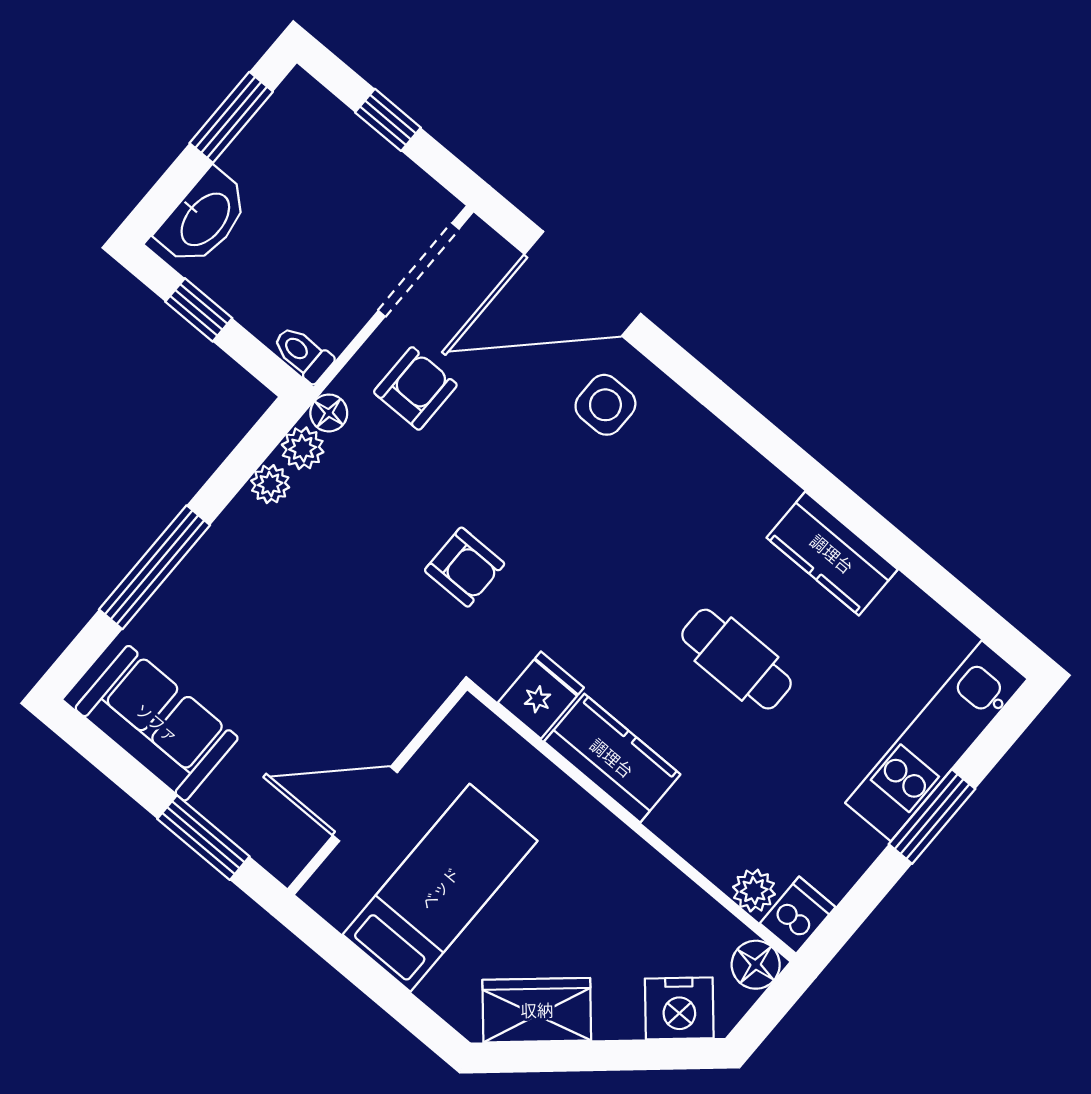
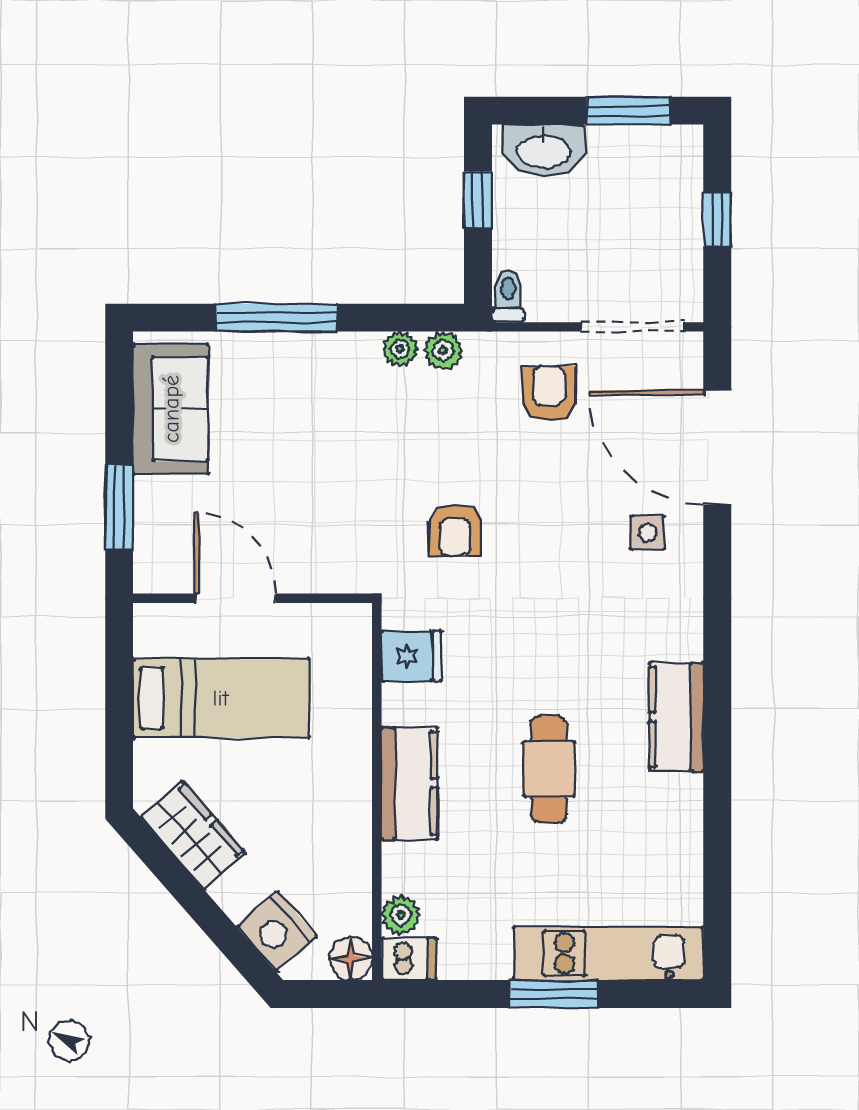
armchair: (415, 388) -> (549, 393), turned -90
side table: (605, 405) -> (648, 533), width x0.73, depth x0.73
floor lamp: (329, 413) -> (482, 348), removed
kitchen counter: (832, 554) -> (676, 717), moved
kitchen counter: (612, 758) -> (410, 783), moved

